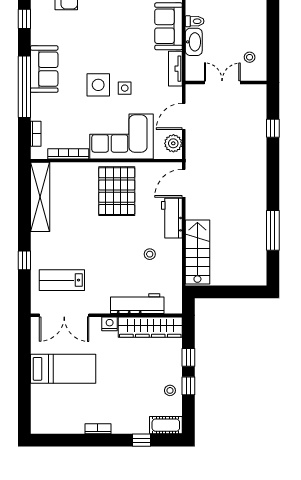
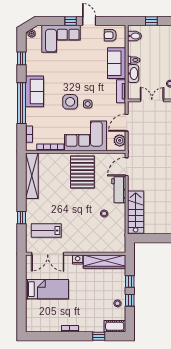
workbench: (137, 304) -> (96, 246), removed

